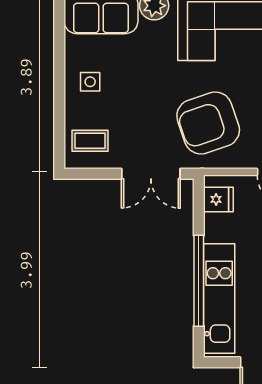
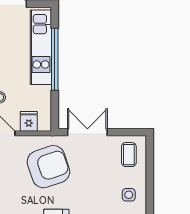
coffee table: (90, 141) -> (129, 155), turned 90
fridge: (218, 199) -> (29, 121), moved, turned 90

